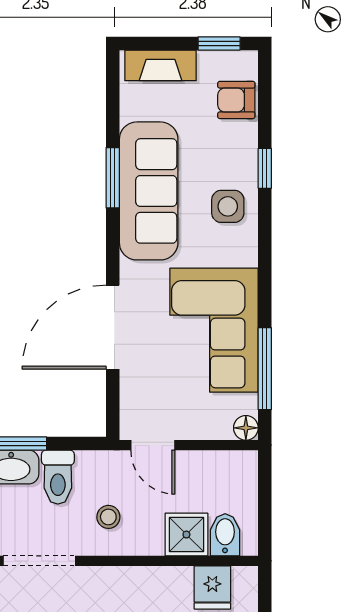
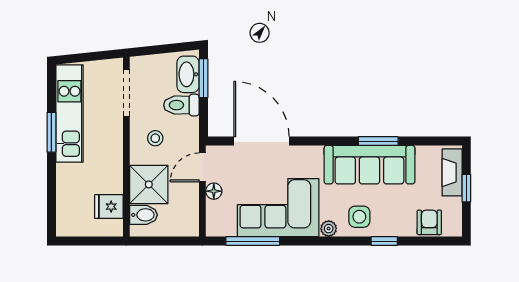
window: (219, 44) -> (466, 188), moved
plant: (246, 253) -> (329, 229), added
door: (113, 327) -> (261, 141), moved
floor lamp: (246, 428) -> (214, 191), moved
shower: (186, 535) -> (149, 184), width x1.36, depth x1.36

